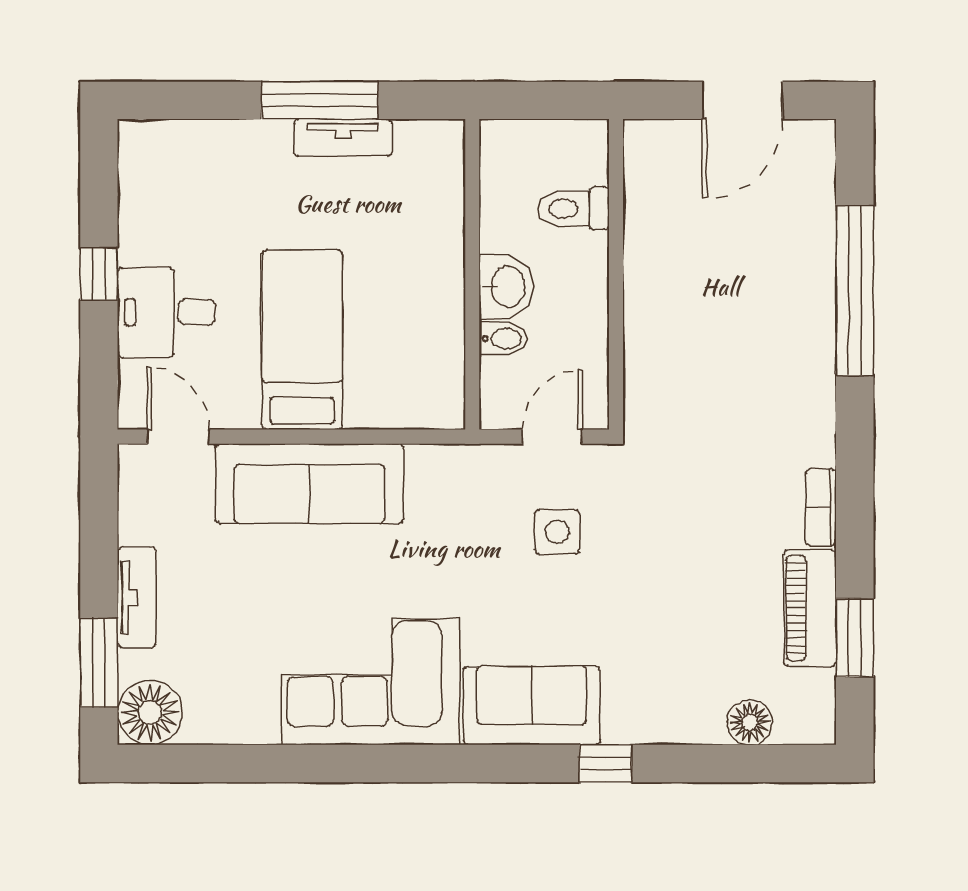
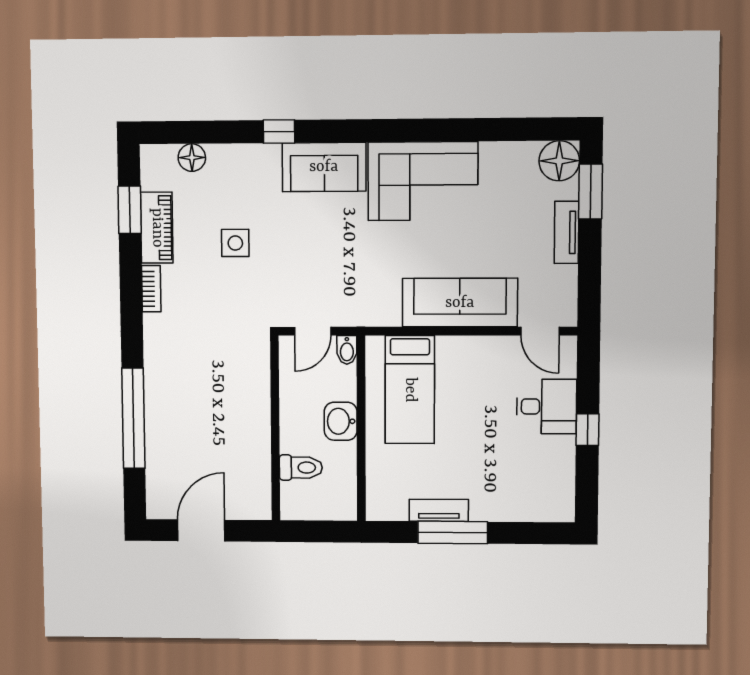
bidet: (503, 339) -> (347, 350), moved, turned -90
bed: (302, 340) -> (410, 390), moved
side table: (557, 532) -> (235, 243), moved

